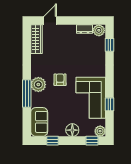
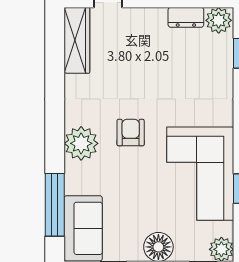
window: (27, 94) -> (55, 205), moved

